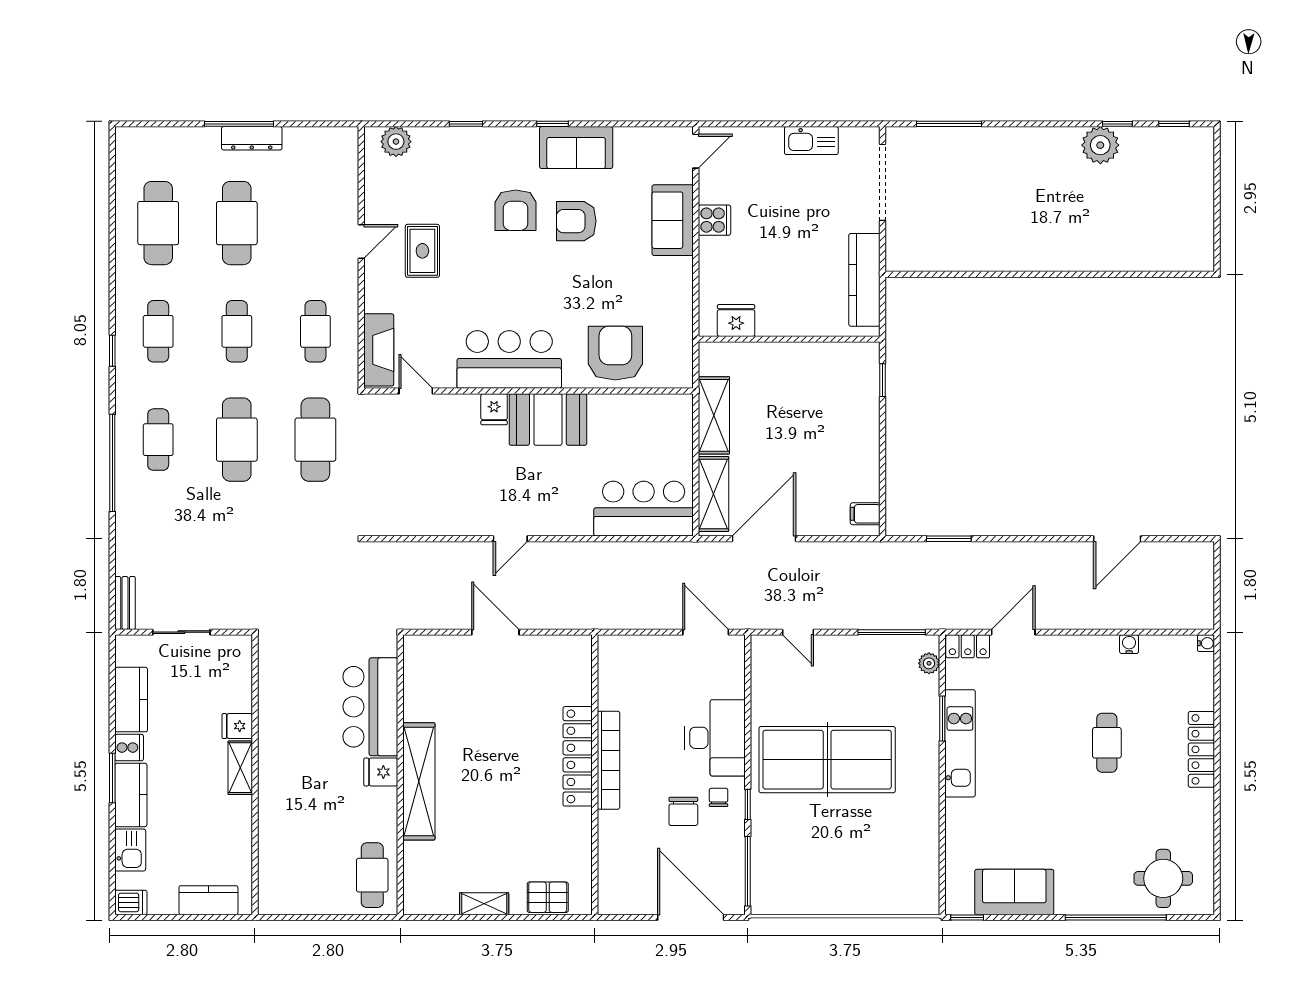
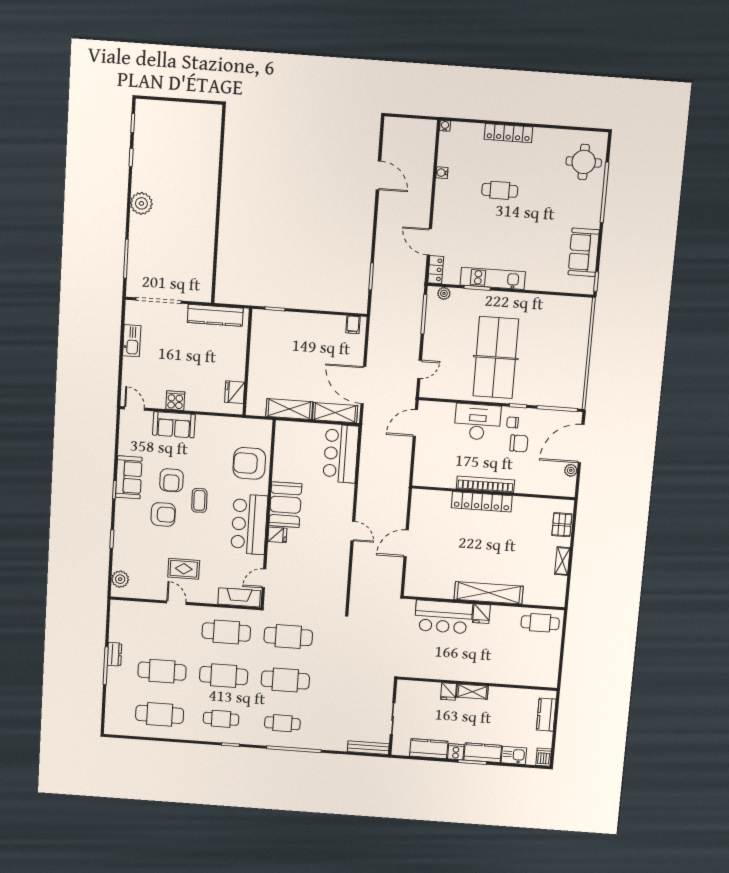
dresser: (252, 138) -> (114, 654), width x0.70
plant: (1100, 145) -> (141, 203), moved
coffee table: (545, 271) -> (199, 500), added
cafe table: (237, 331) -> (224, 676), width x1.37, depth x1.35
cafe table: (315, 331) -> (226, 632), width x1.37, depth x1.35
bench: (125, 603) -> (368, 748), width x1.36
plant: (643, 904) -> (571, 470), added

